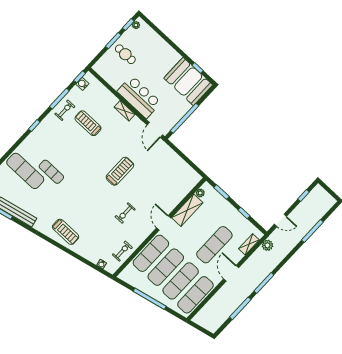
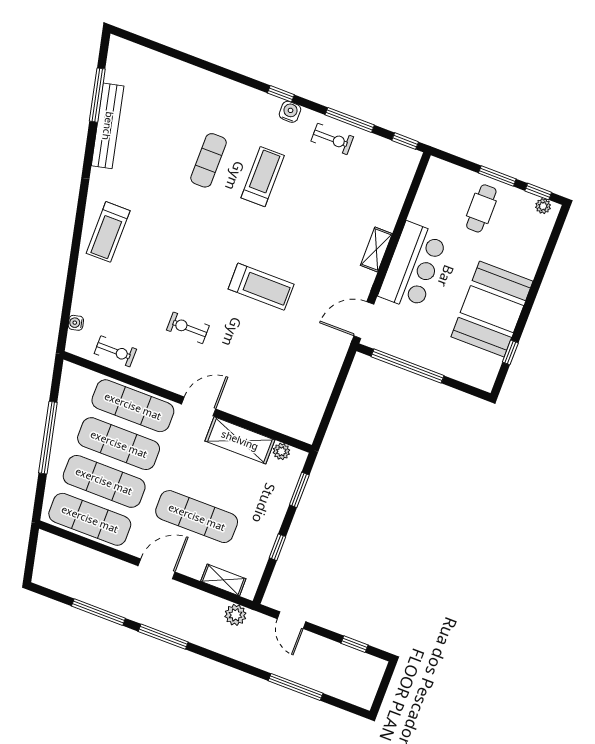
booth: (188, 81) -> (492, 309), moved
water cooler: (82, 84) -> (290, 112), moved
treadmill: (88, 123) -> (263, 177), moved
exercise mat: (25, 171) -> (190, 112), removed

